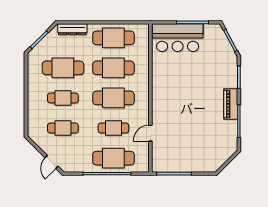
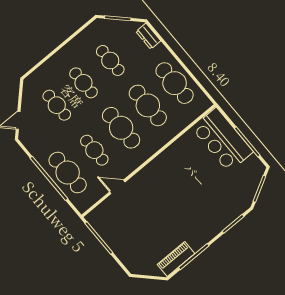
dresser: (72, 29) -> (148, 36), width x0.70
cafe table: (63, 68) -> (110, 60), width x0.73, depth x0.74
piano: (231, 104) -> (176, 259), moved

